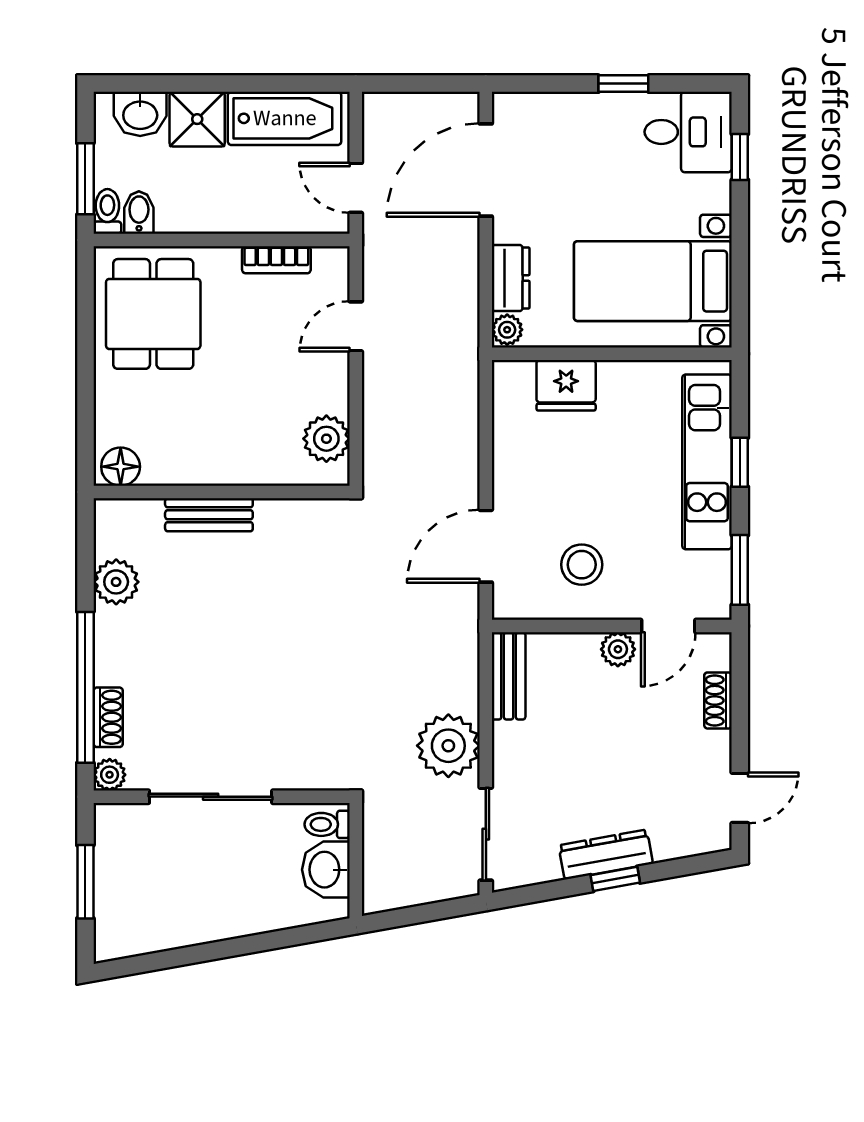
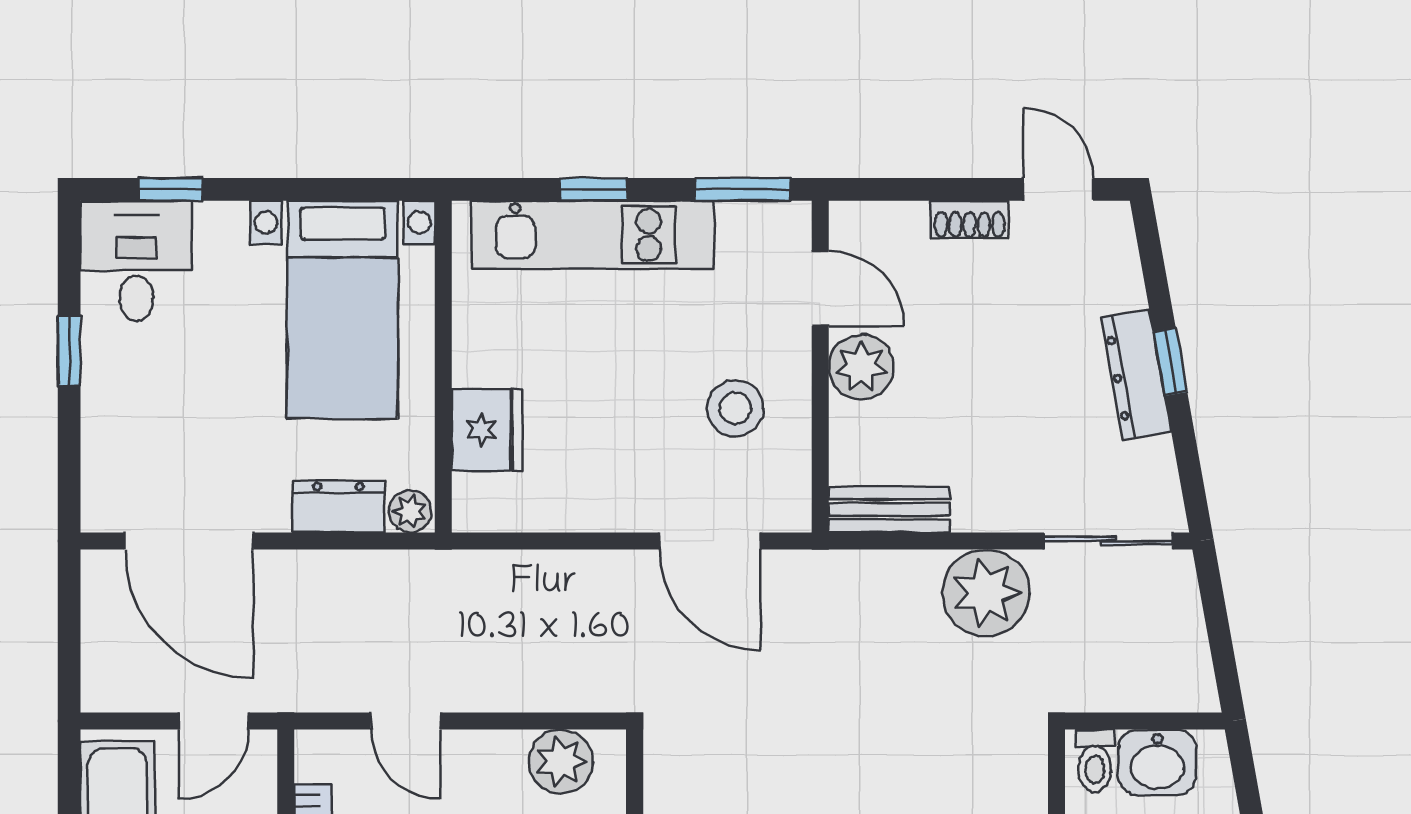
plant: (618, 649) -> (861, 367), width x1.38, depth x1.38
shoe rack: (718, 700) -> (970, 220), moved

